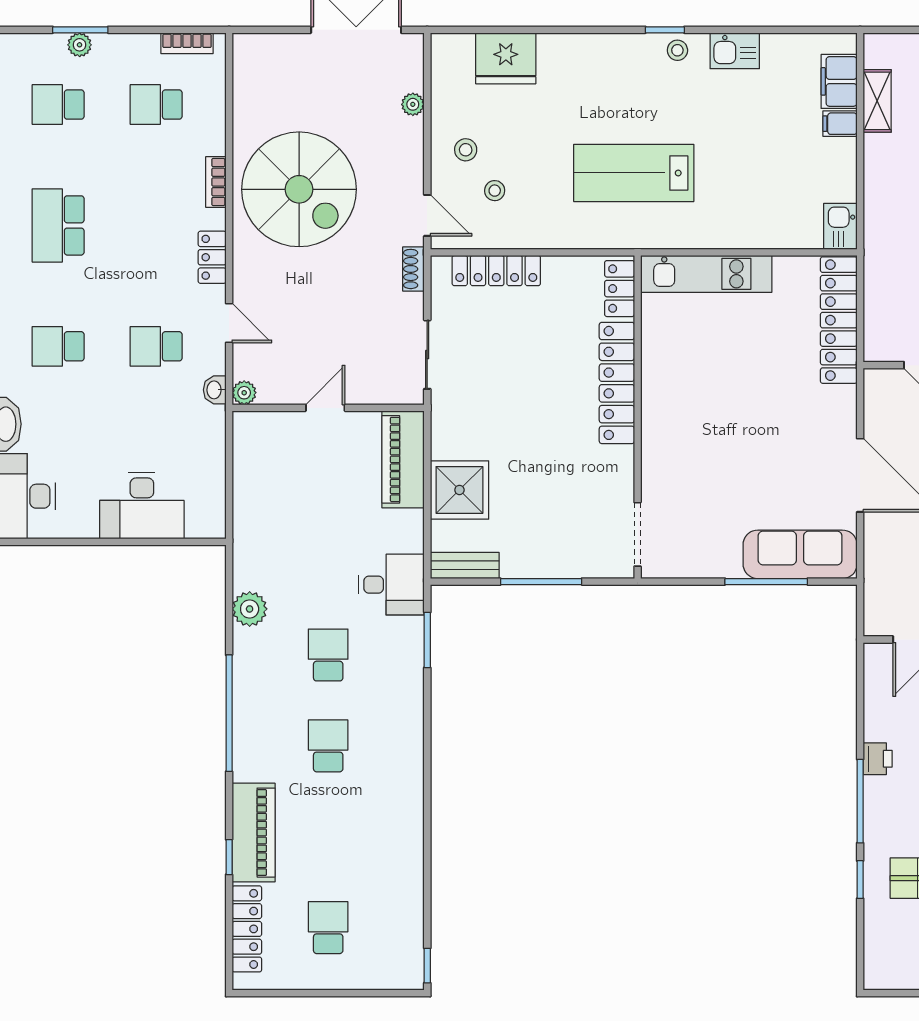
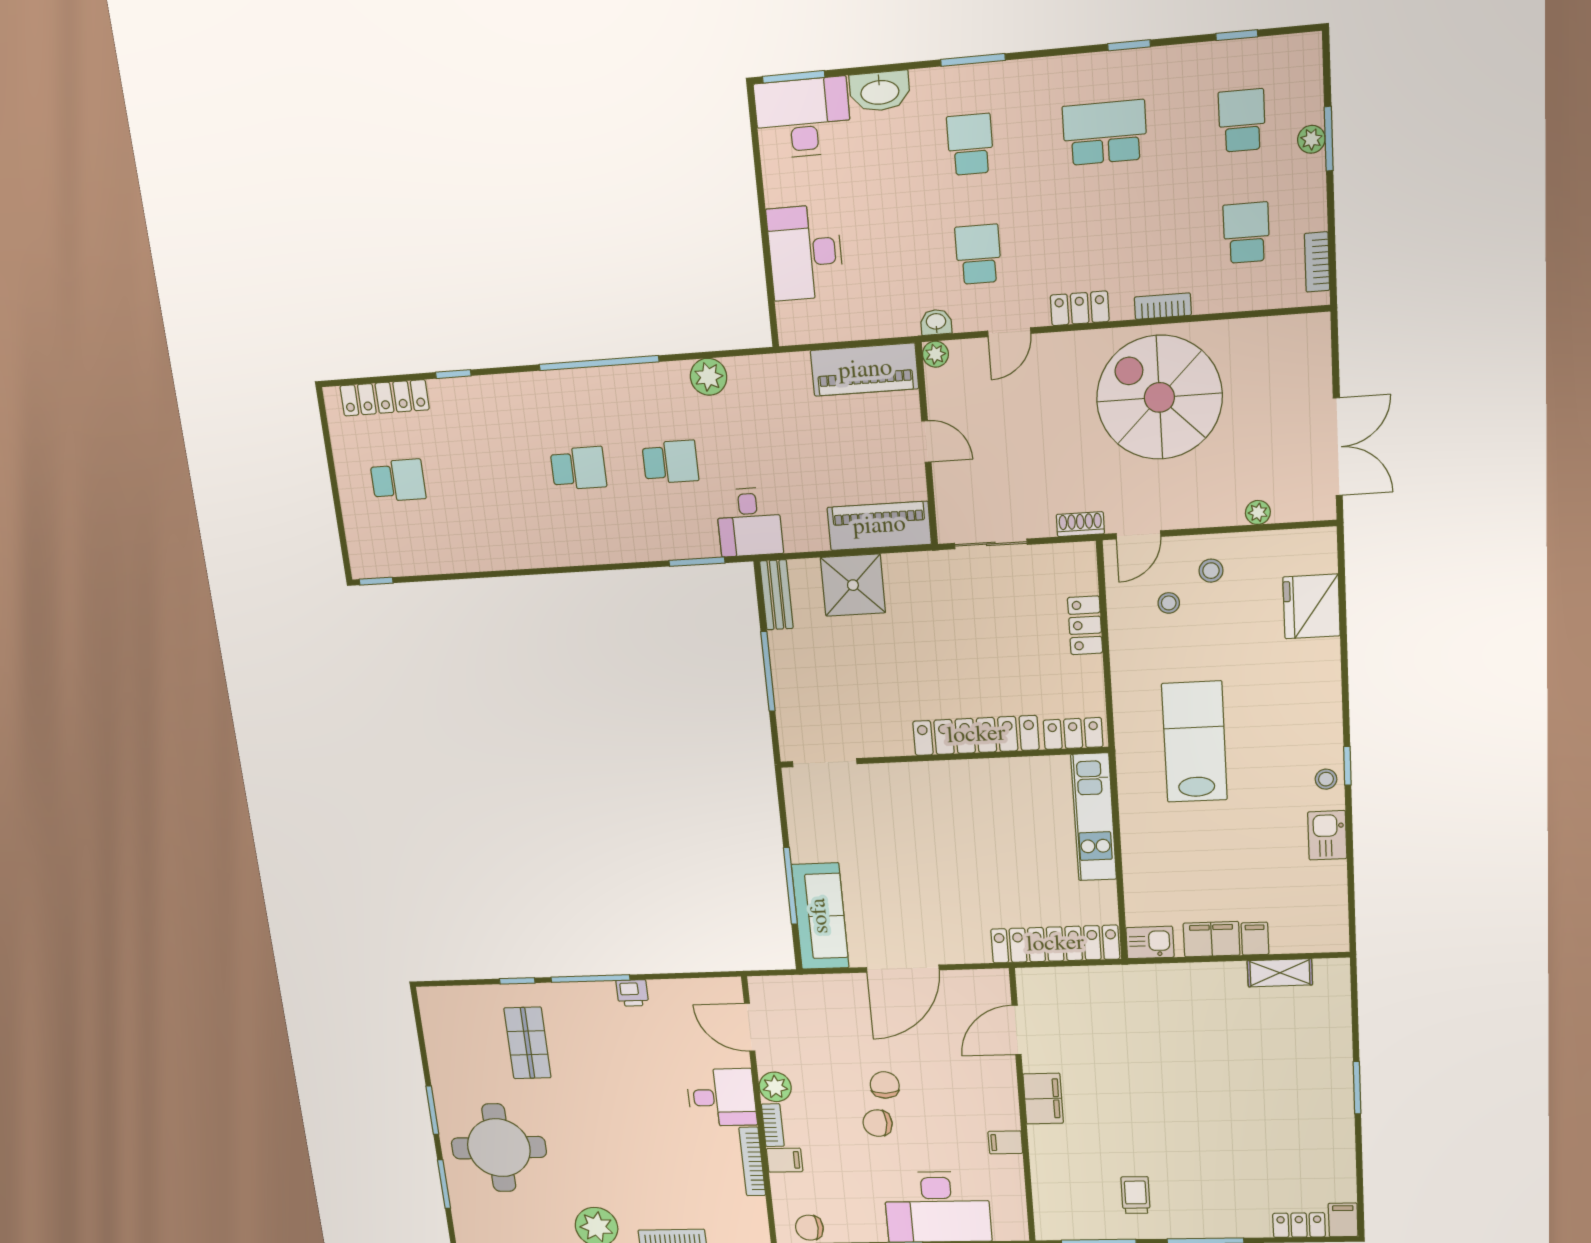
filing cabinet: (839, 81) -> (1212, 939), moved
spiral stairs: (299, 189) -> (1159, 397), turned 90
locker: (496, 271) -> (1085, 625), width x0.66
piano: (254, 833) -> (865, 370), moved

